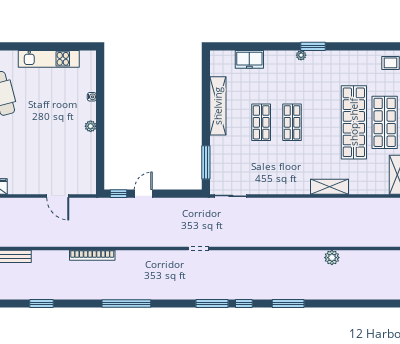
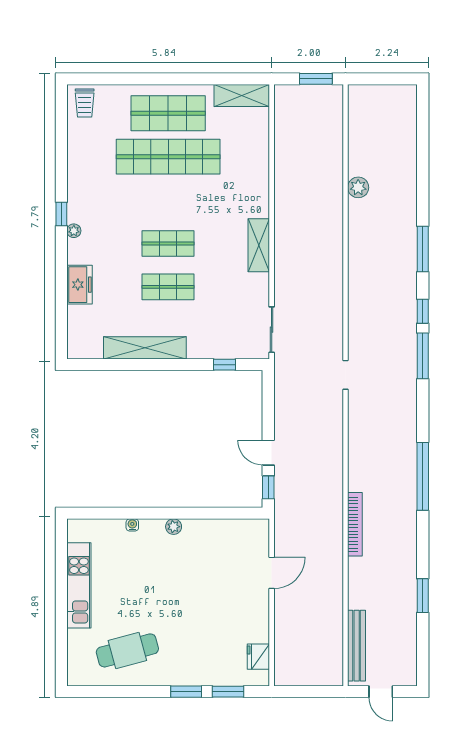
window: (313, 46) -> (61, 214), width x0.67
freezer: (249, 59) -> (80, 285), moved
window: (206, 162) -> (224, 365), width x0.46
shelving: (329, 187) -> (259, 245), moved

